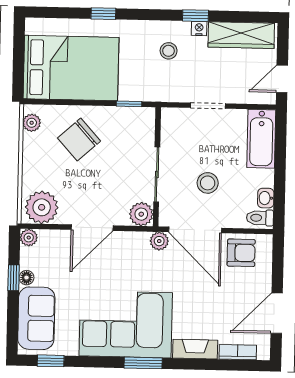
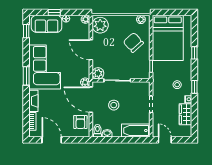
window: (196, 16) -> (194, 87), moved
wardrobe: (241, 35) -> (186, 114), width x0.67
door: (195, 230) -> (91, 100), hinge flipped
window: (14, 278) -> (54, 12), moved

